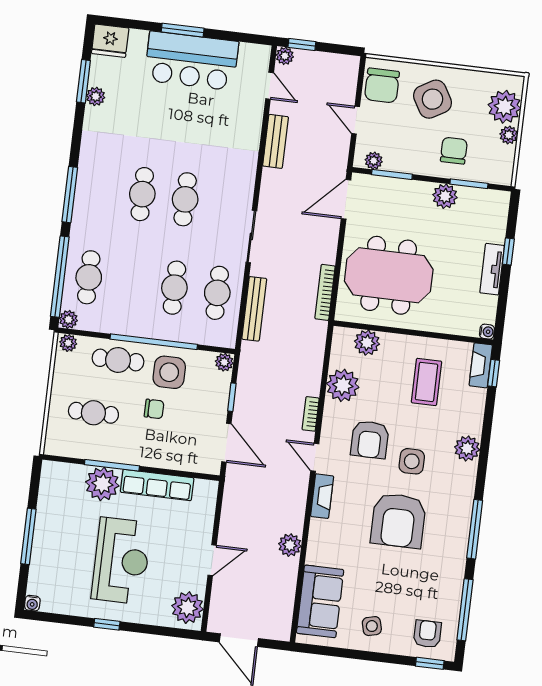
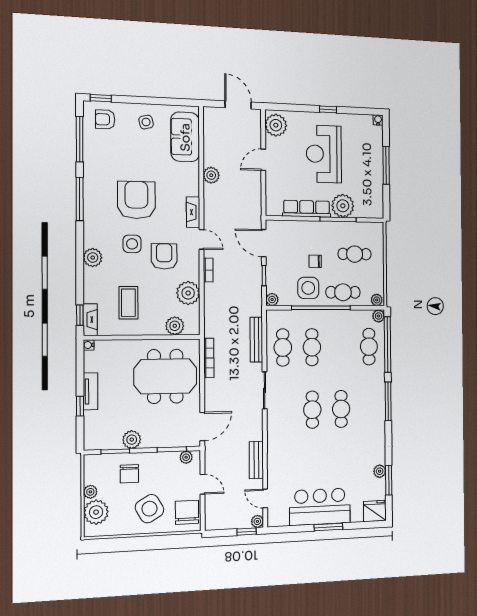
armchair: (427, 634) -> (105, 119), turned 90

